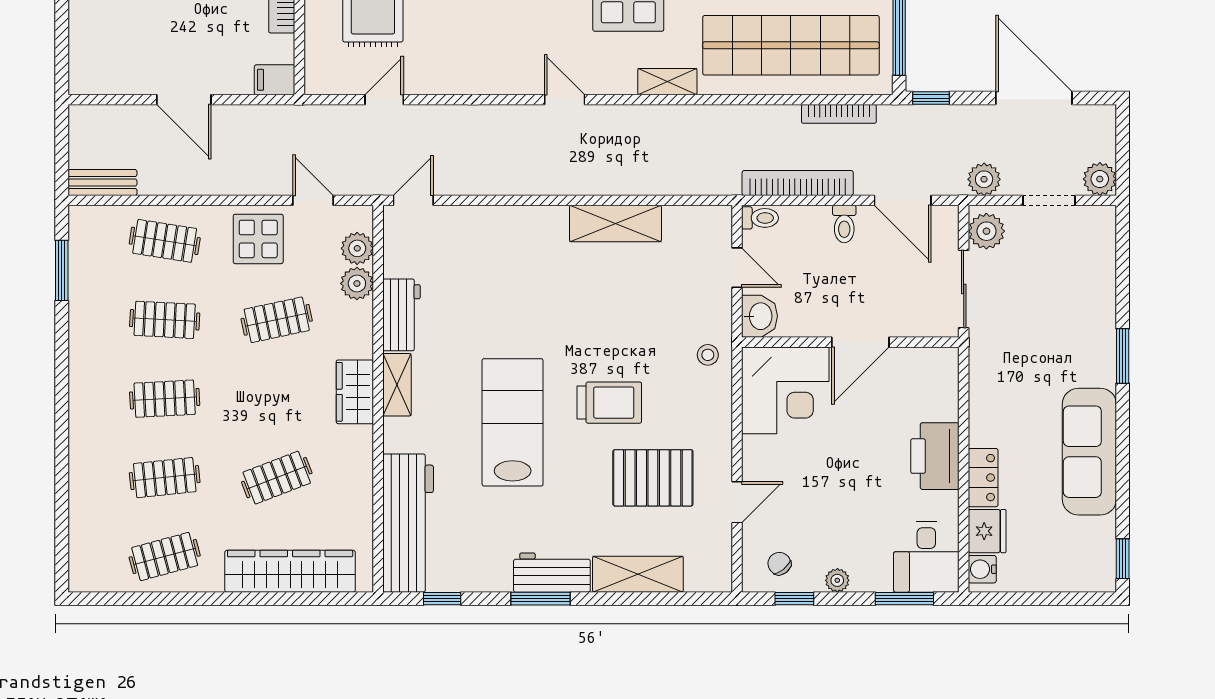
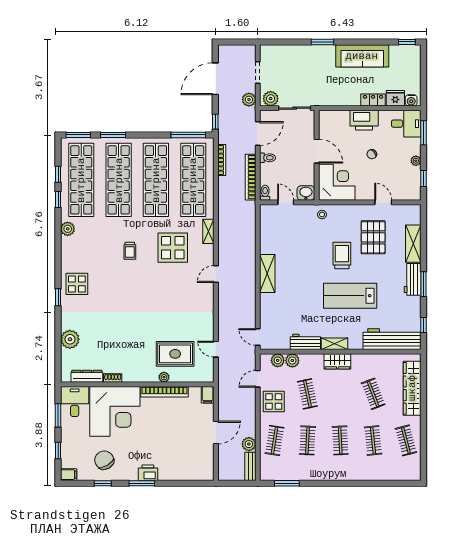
plant: (1100, 179) -> (249, 444), moved
shelving: (615, 223) -> (267, 274), moved
door: (737, 268) -> (286, 202), hinge flipped
chair: (779, 564) -> (372, 154), moved

